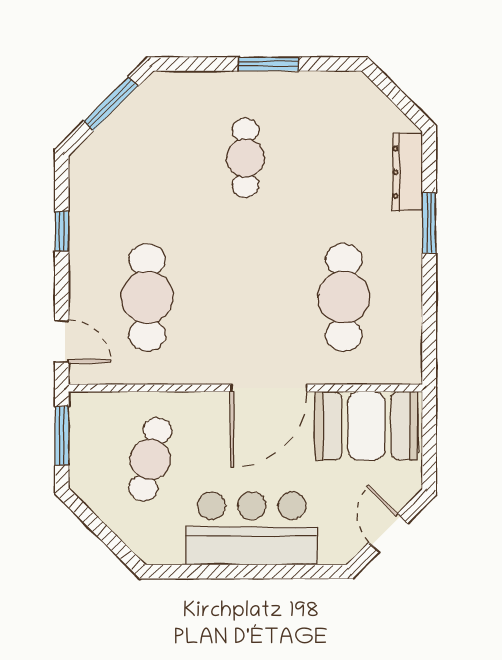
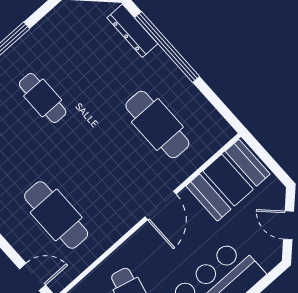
window: (429, 223) -> (167, 47), width x2.11
door: (269, 388) -> (160, 206), width x0.73

